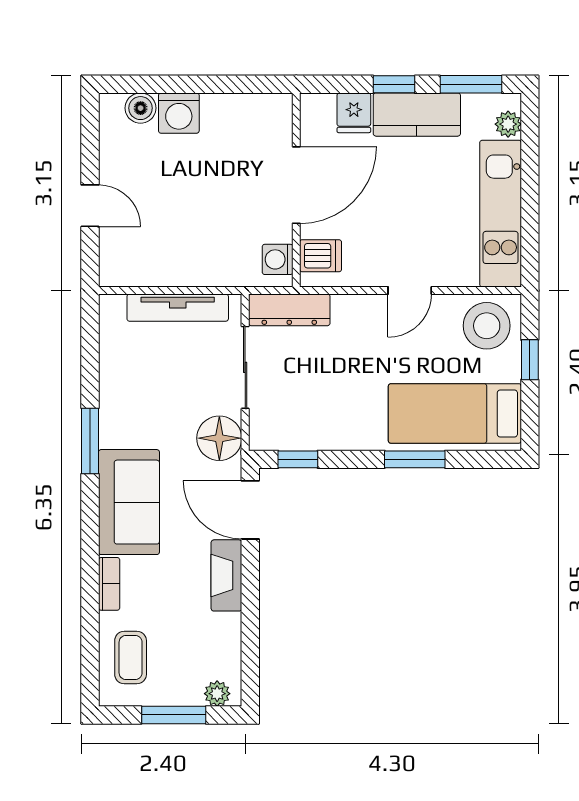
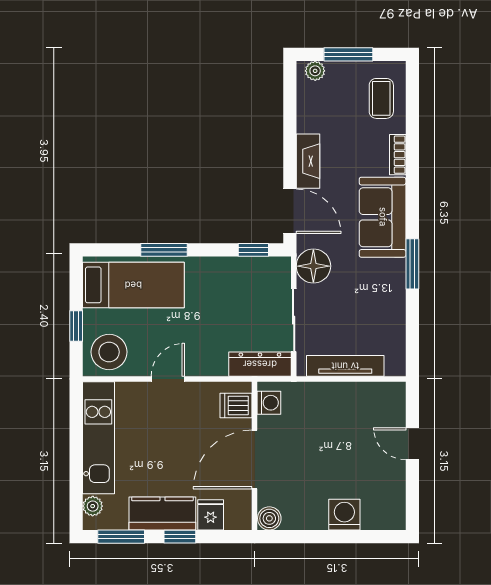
boiler: (141, 108) -> (269, 518), moved

